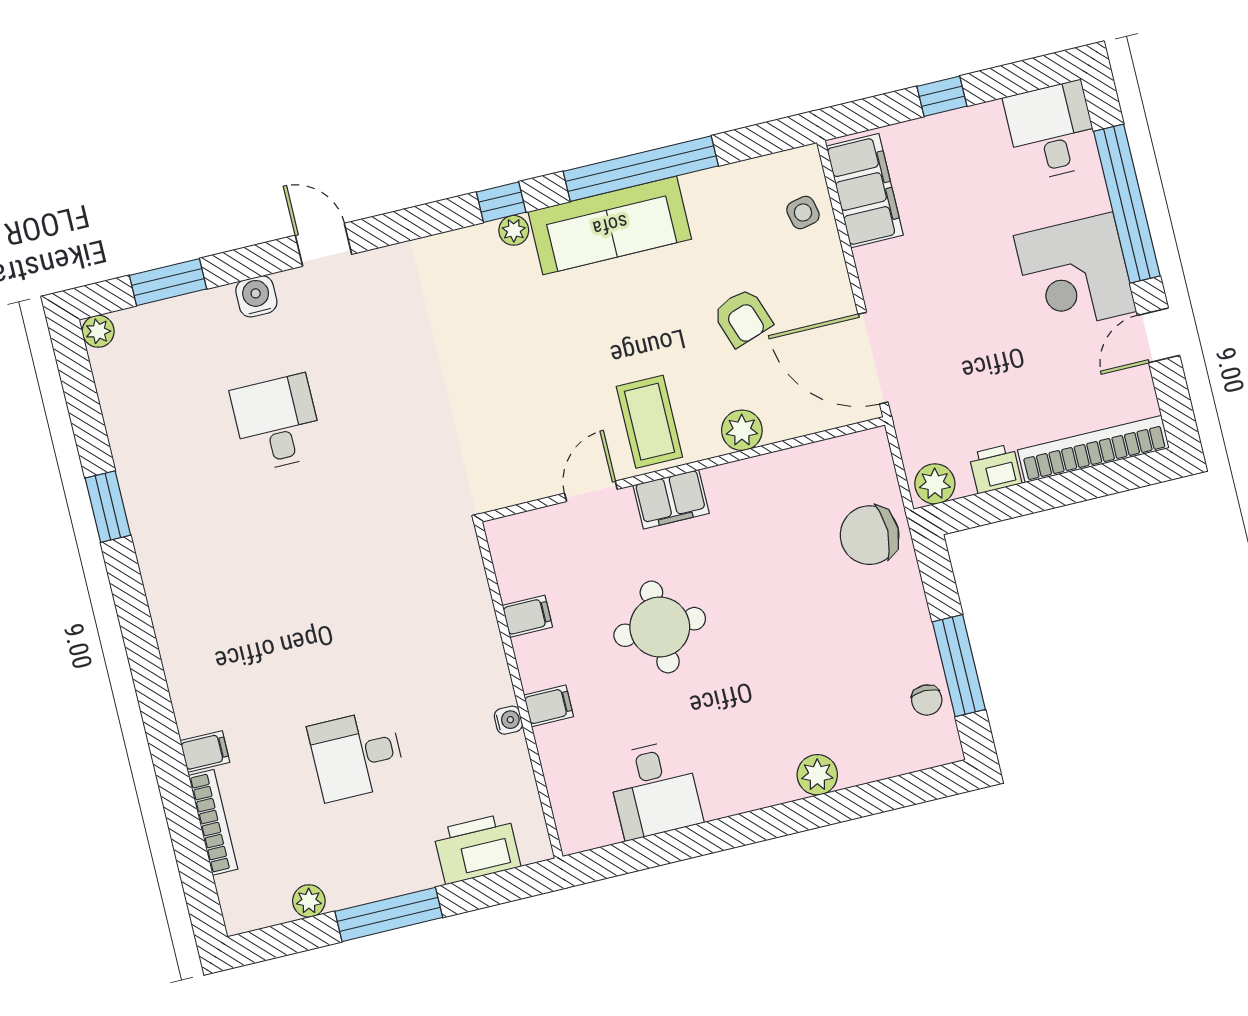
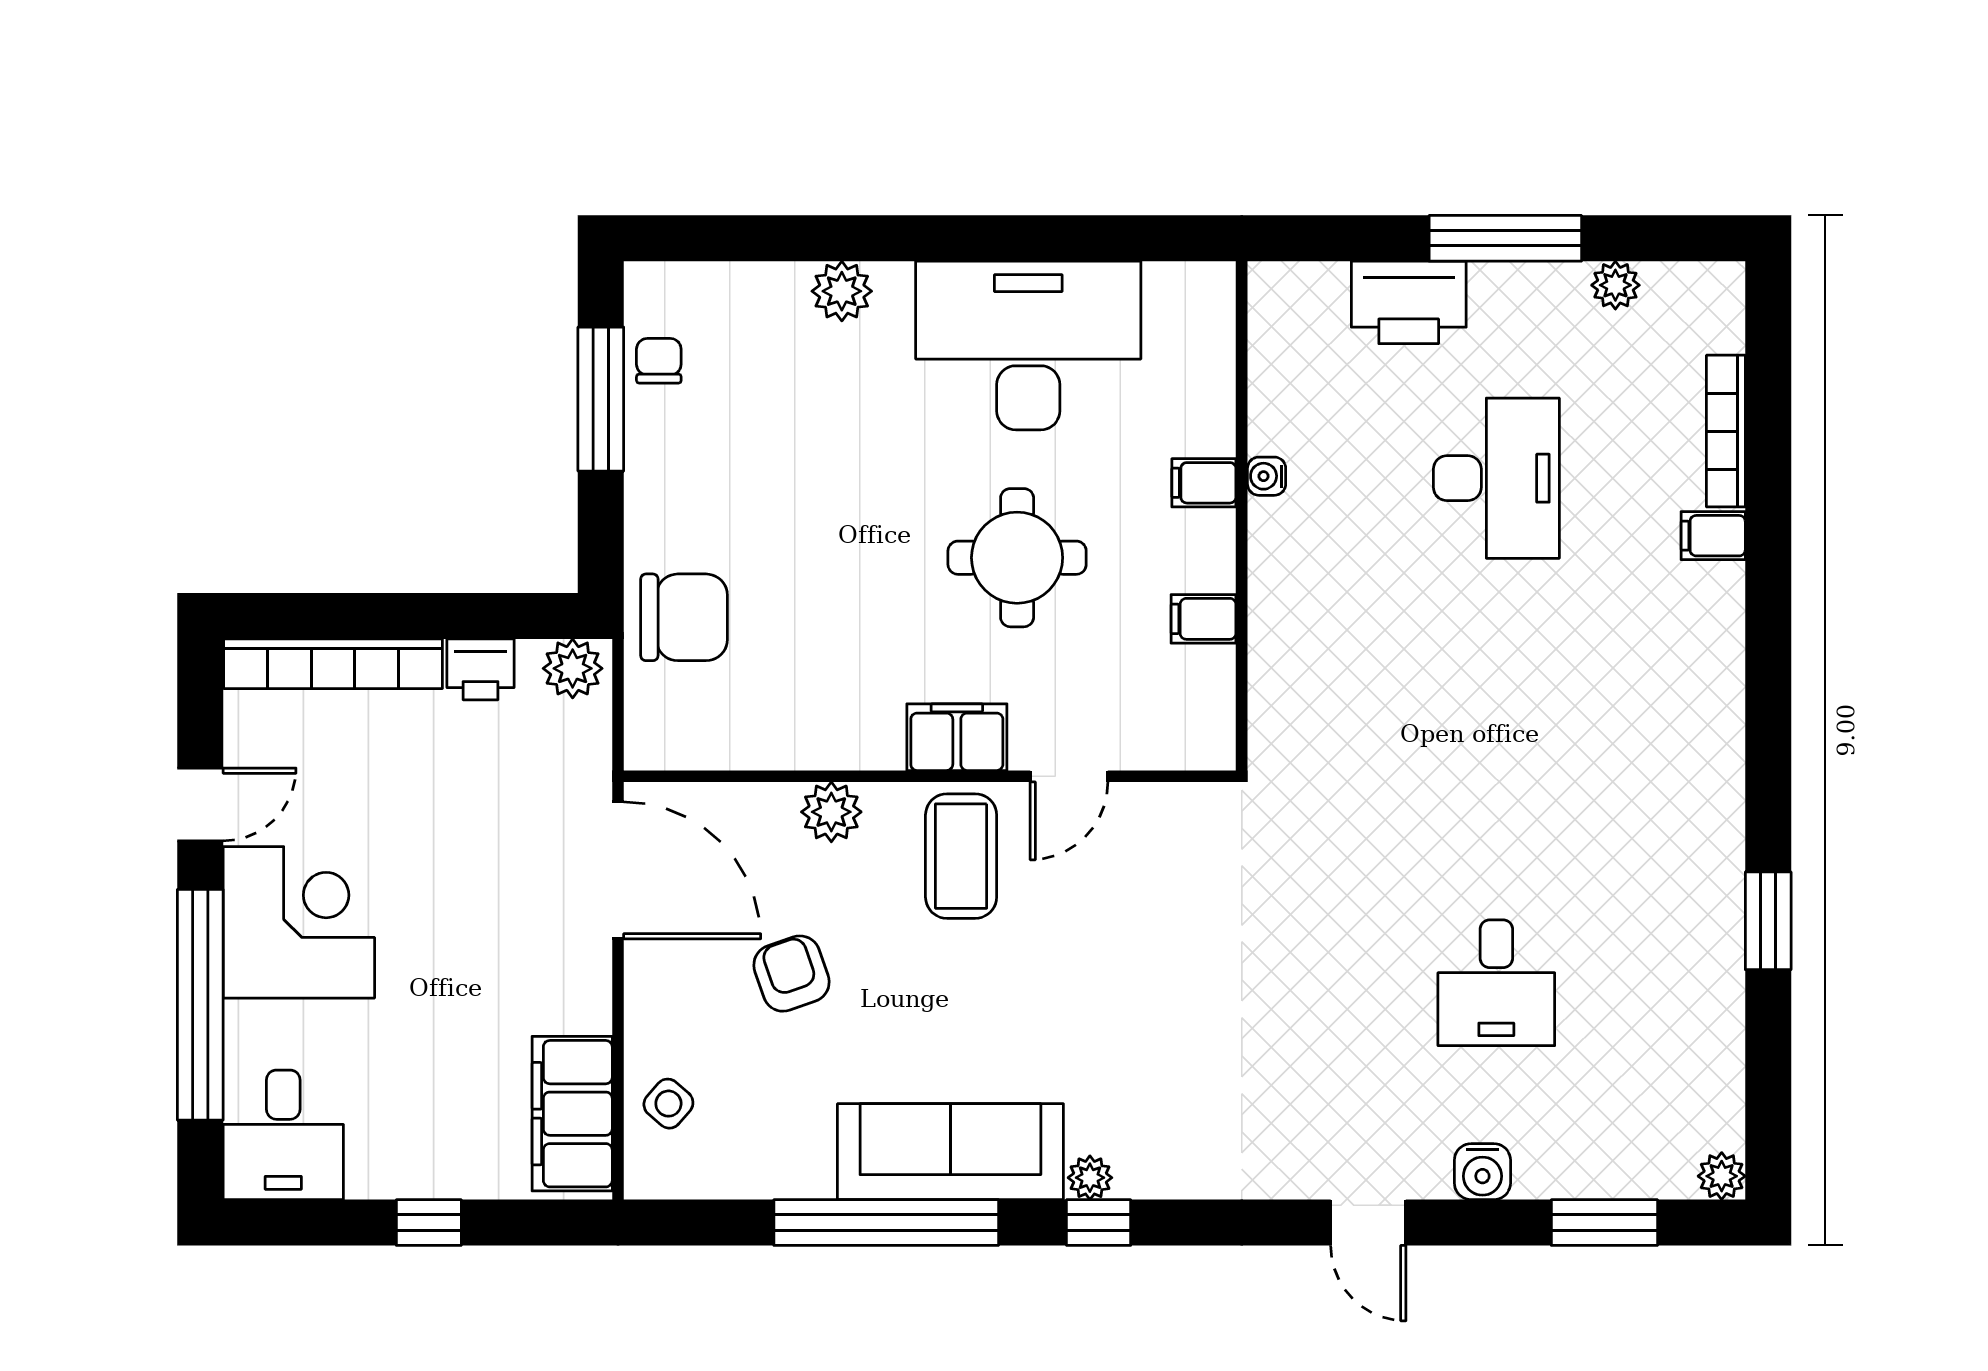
side table: (803, 213) -> (668, 1104), turned -37
desk: (357, 755) -> (1496, 478), width x1.37
desk: (654, 790) -> (1028, 346), width x1.87, depth x1.30
printer: (477, 849) -> (1409, 302), moved

